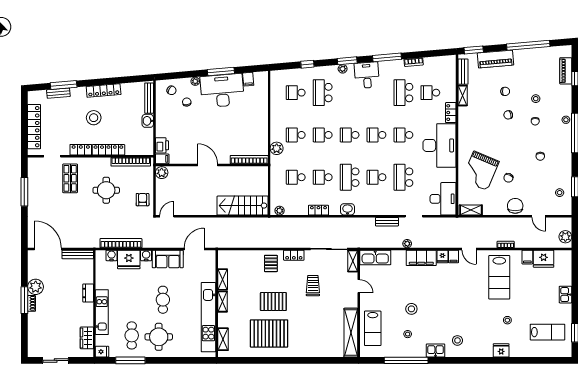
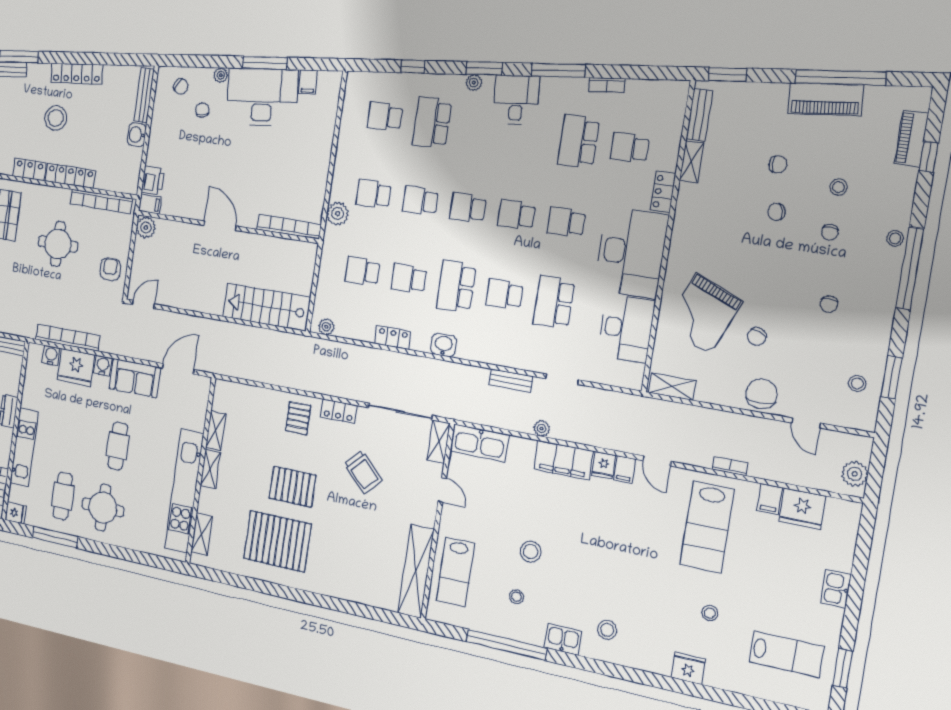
piano: (495, 59) -> (826, 99), moved
desk: (443, 199) -> (626, 328), moved
trolley: (313, 286) -> (363, 472), turned 135

